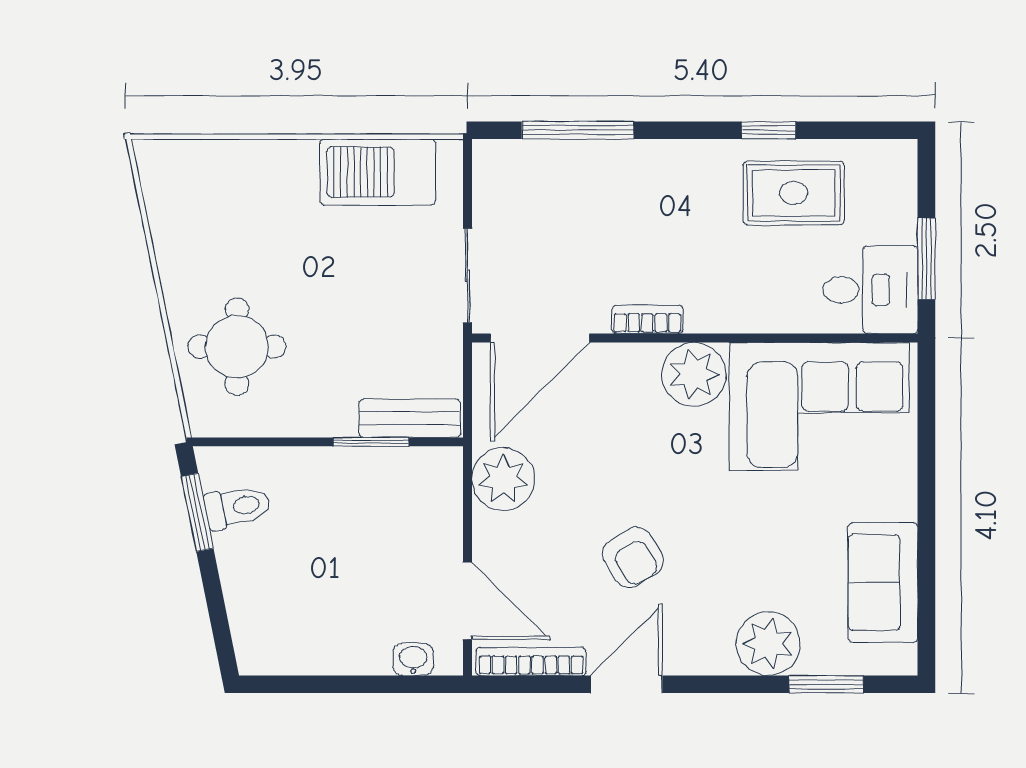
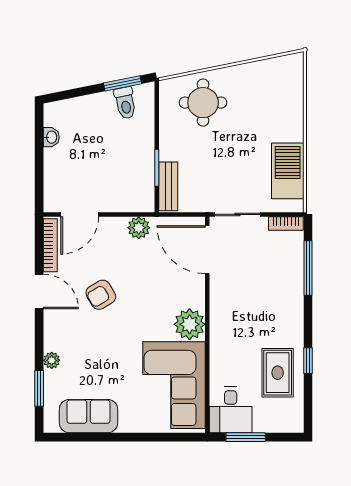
bookcase: (647, 319) -> (286, 223), moved, turned 90
plant: (503, 479) -> (139, 228), width x0.73, depth x0.73
plant: (768, 644) -> (52, 360), width x0.53, depth x0.53
washbasin: (413, 660) -> (51, 137), moved

